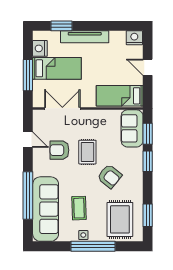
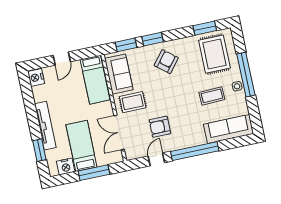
sofa: (132, 128) -> (119, 74), moved, turned -90
armchair: (59, 150) -> (160, 127), turned 90
rug: (87, 152) -> (133, 102), moved
armchair: (109, 176) -> (166, 62), moved
window: (28, 195) -> (195, 151), moved
sofa: (46, 209) -> (229, 129), width x0.74, depth x0.79
rug: (120, 219) -> (214, 54), turned 90

